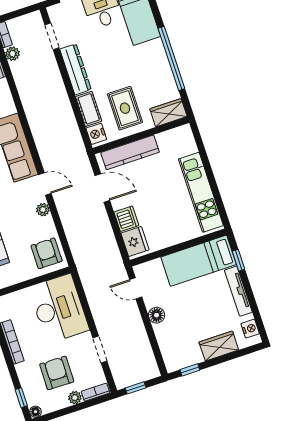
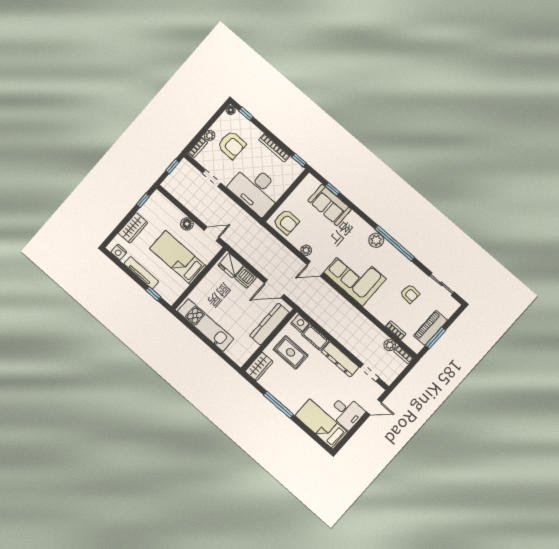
window: (171, 58) -> (279, 405), width x0.68
bed: (199, 261) -> (178, 257), moved, turned -90

